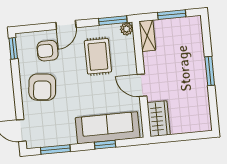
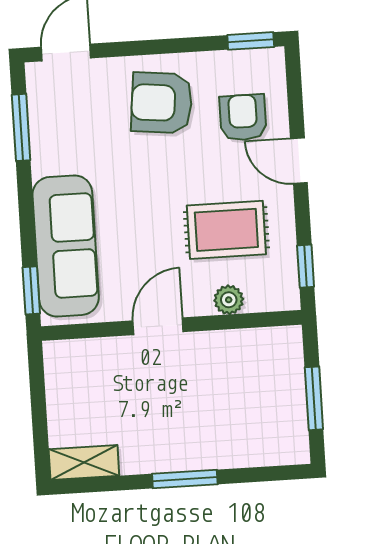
window: (113, 20) -> (306, 266), width x0.67
plant: (127, 29) -> (229, 300), moved
shelving: (147, 36) -> (84, 463), moved
wardrobe: (159, 119) -> (82, 361), removed
window: (105, 145) -> (31, 290), moved

